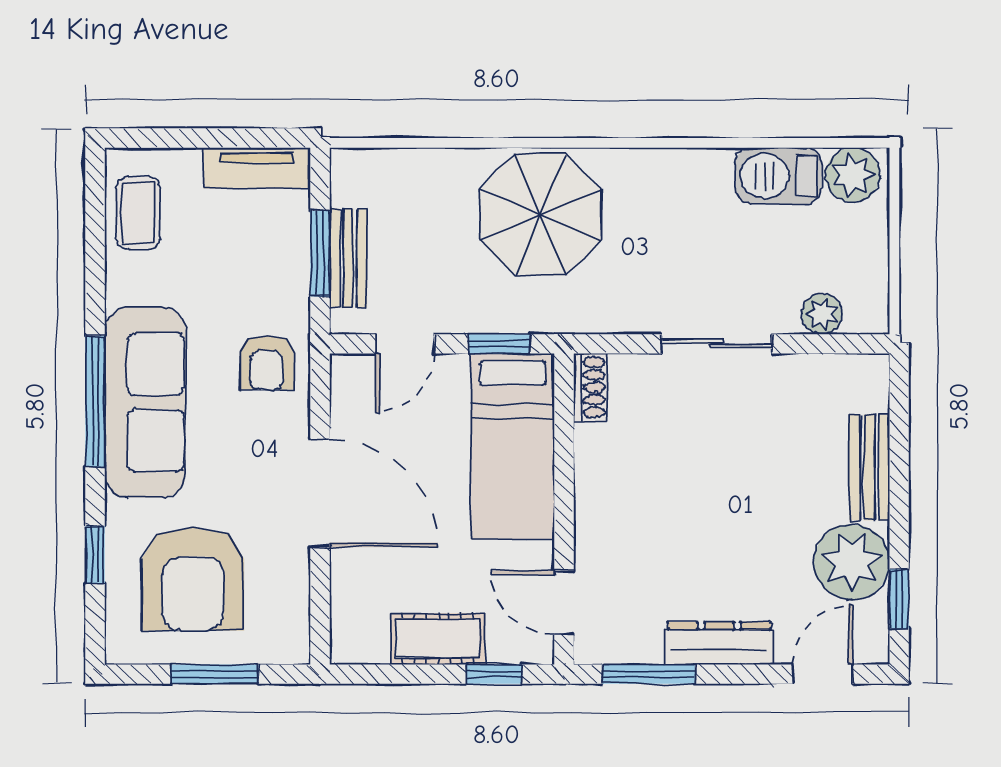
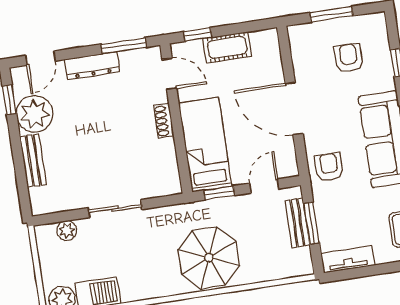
shoe rack: (590, 387) -> (164, 121), moved
armchair: (193, 579) -> (349, 58), width x0.53, depth x0.53

